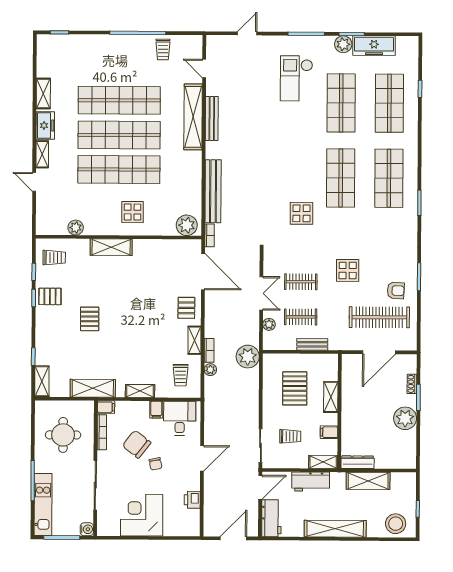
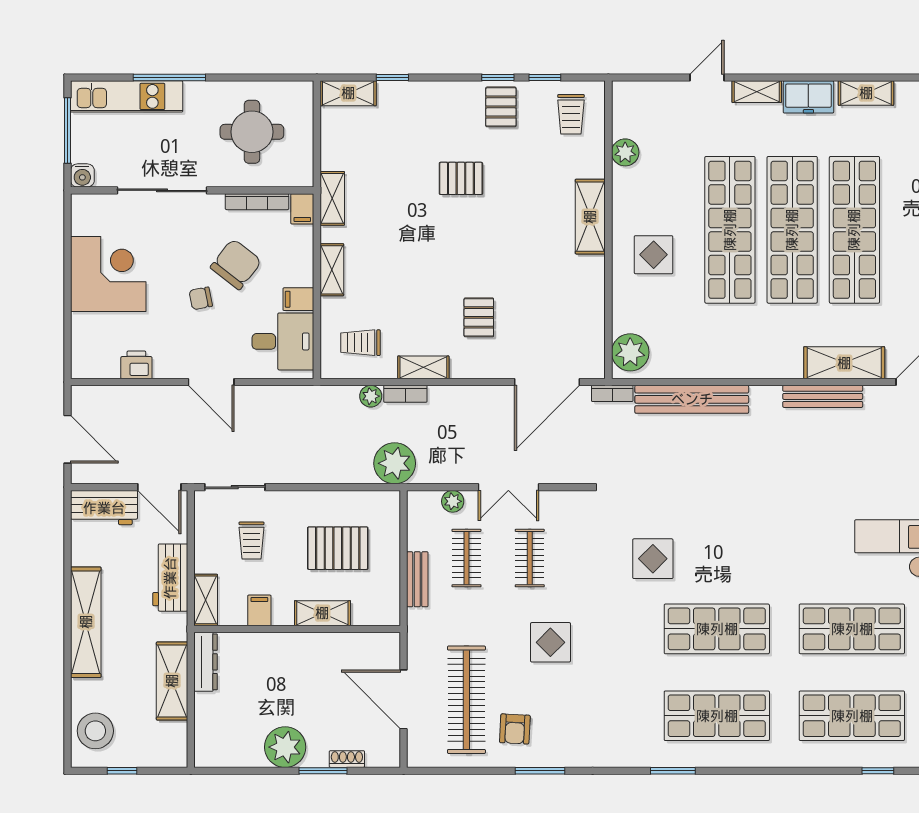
shelving: (193, 117) -> (844, 363), width x0.68
pallet: (186, 308) -> (479, 317), moved, turned 90
shelving: (93, 388) -> (332, 198), width x0.67, depth x0.75

